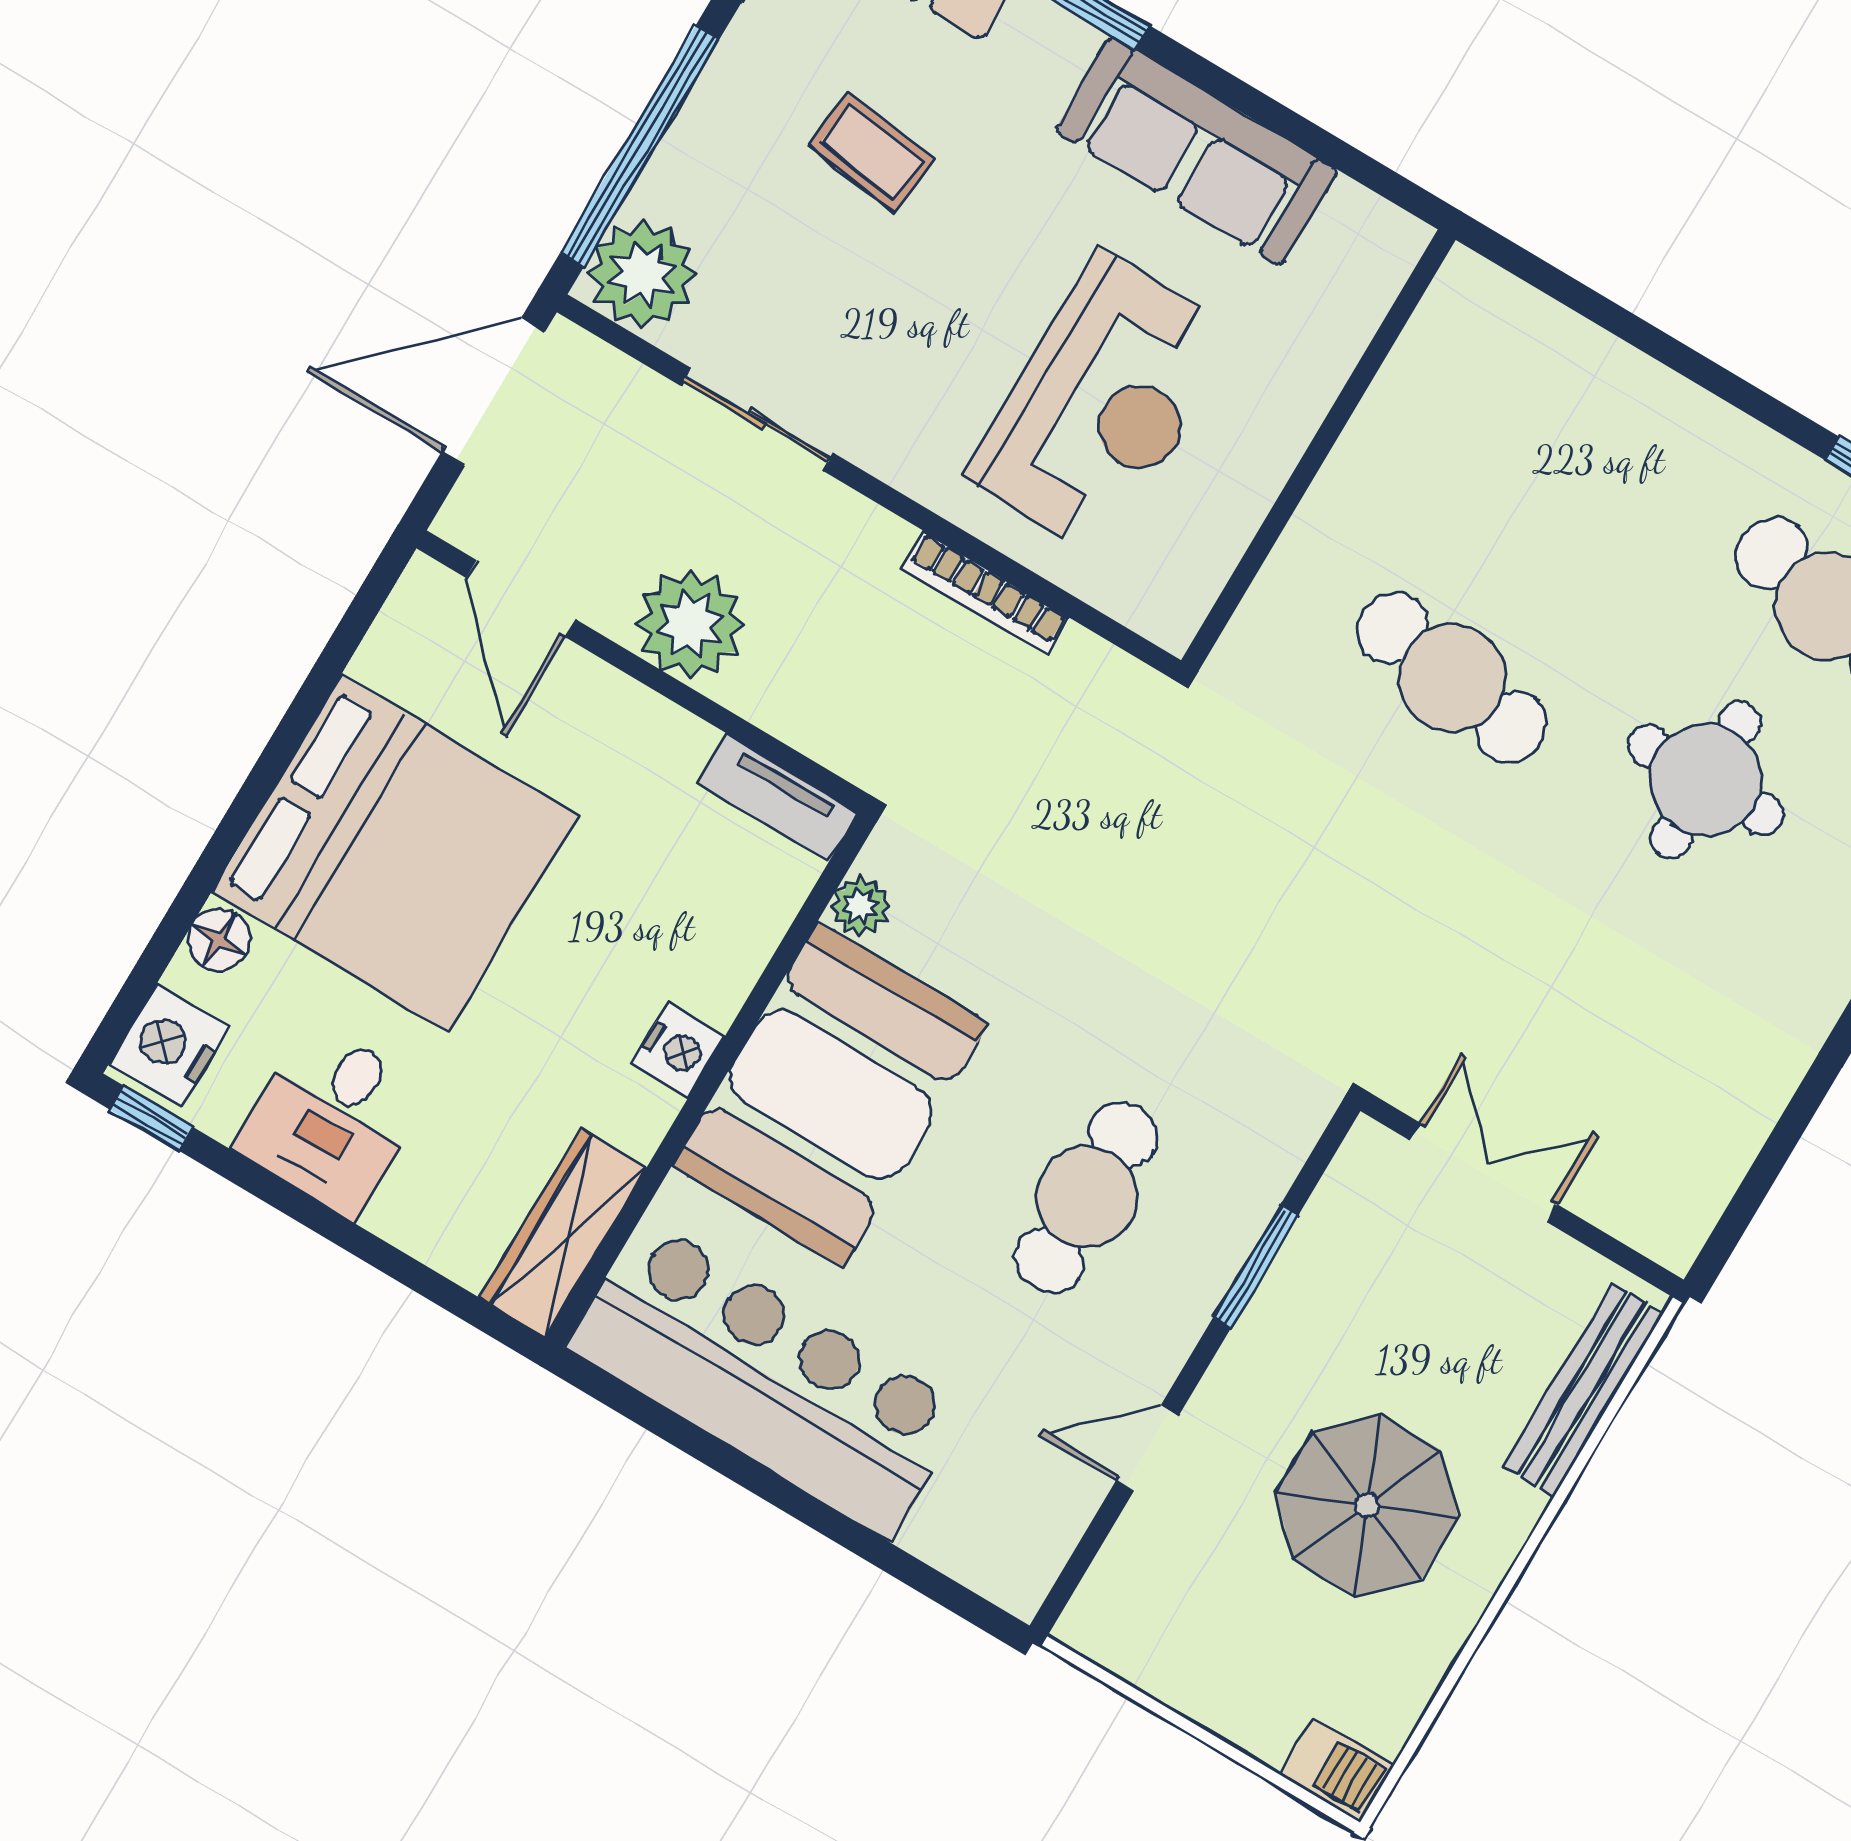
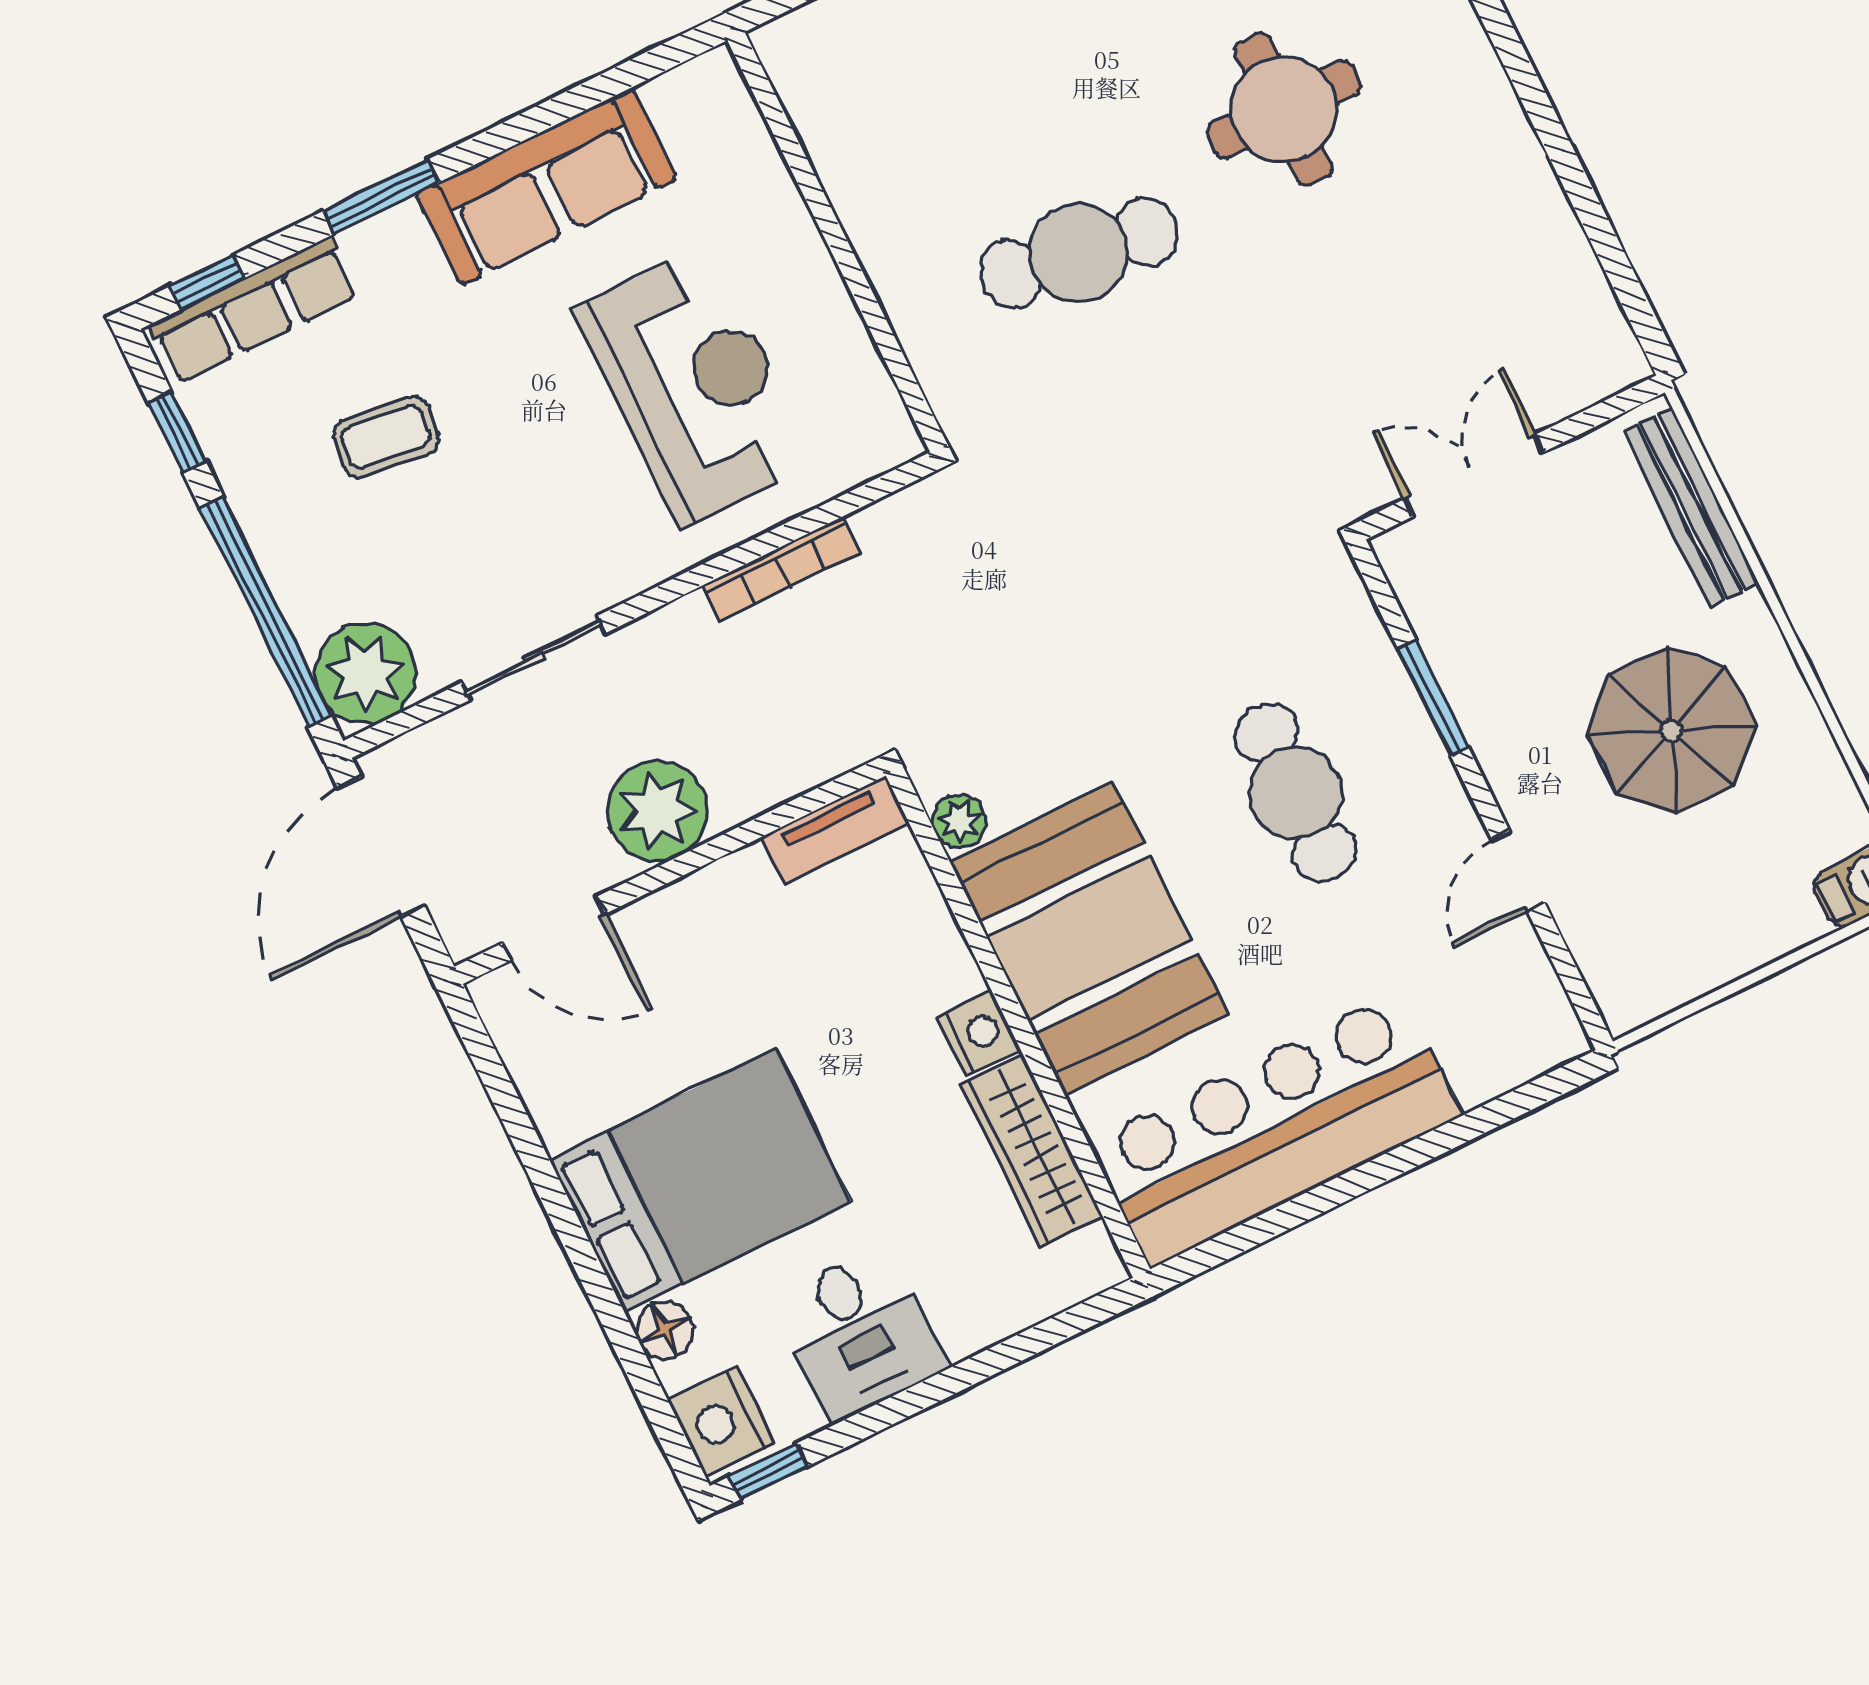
bed: (394, 854) -> (700, 1180), width x0.73
wardrobe: (563, 1233) -> (1032, 1151), moved

